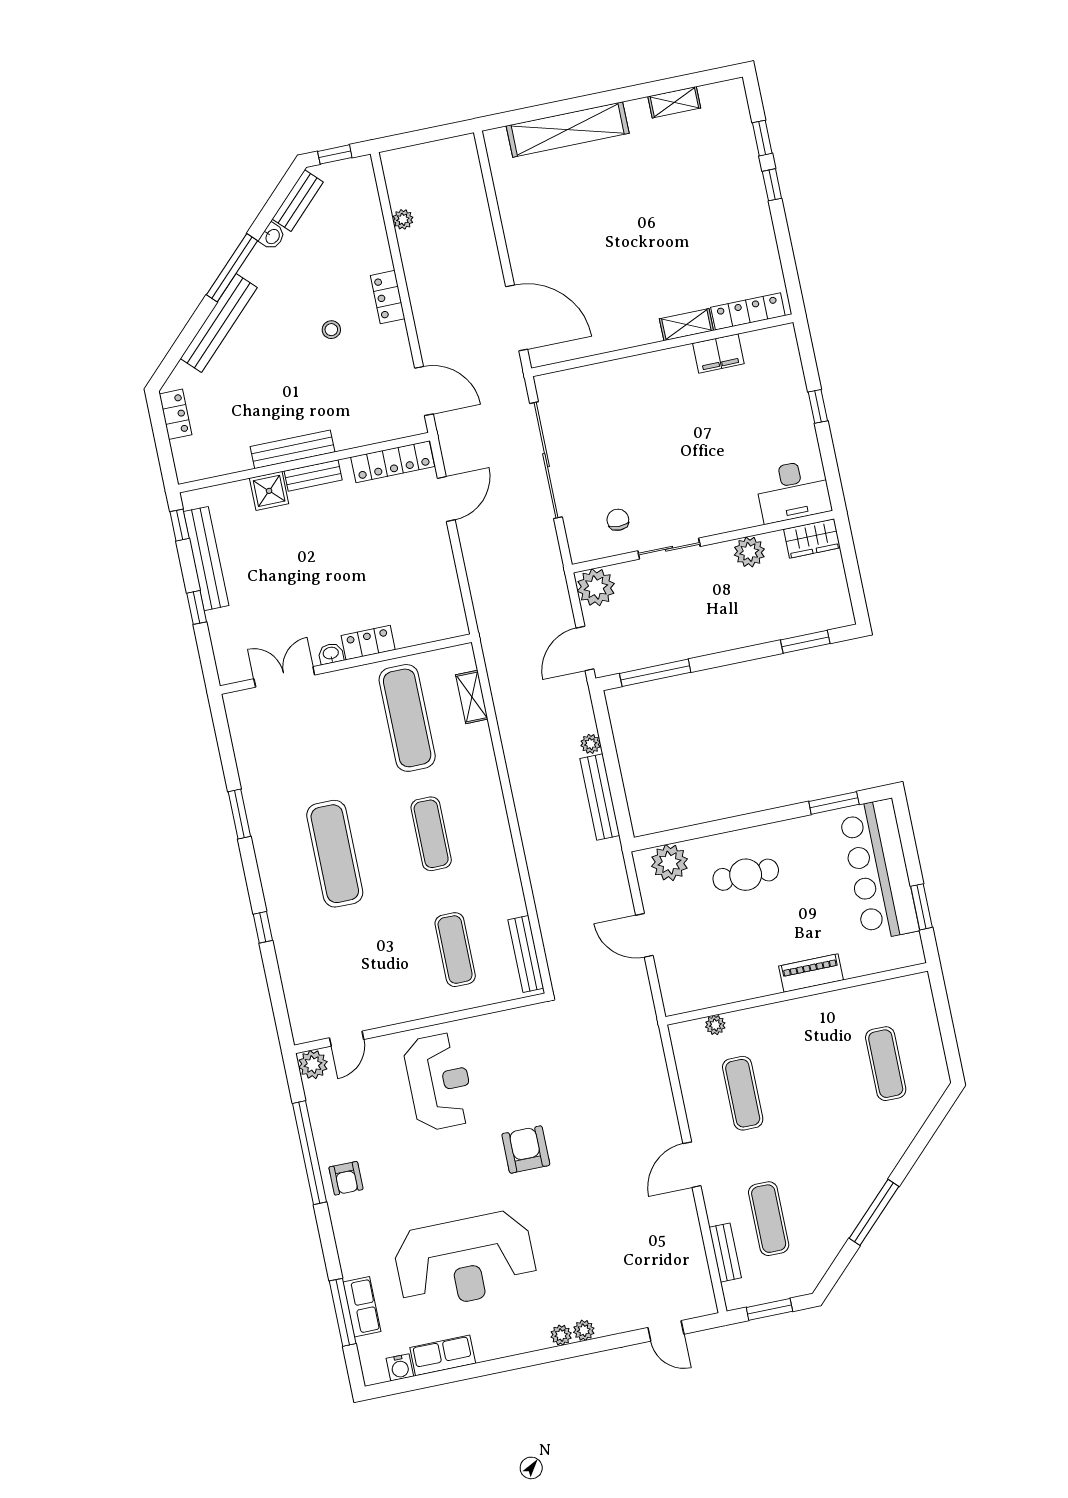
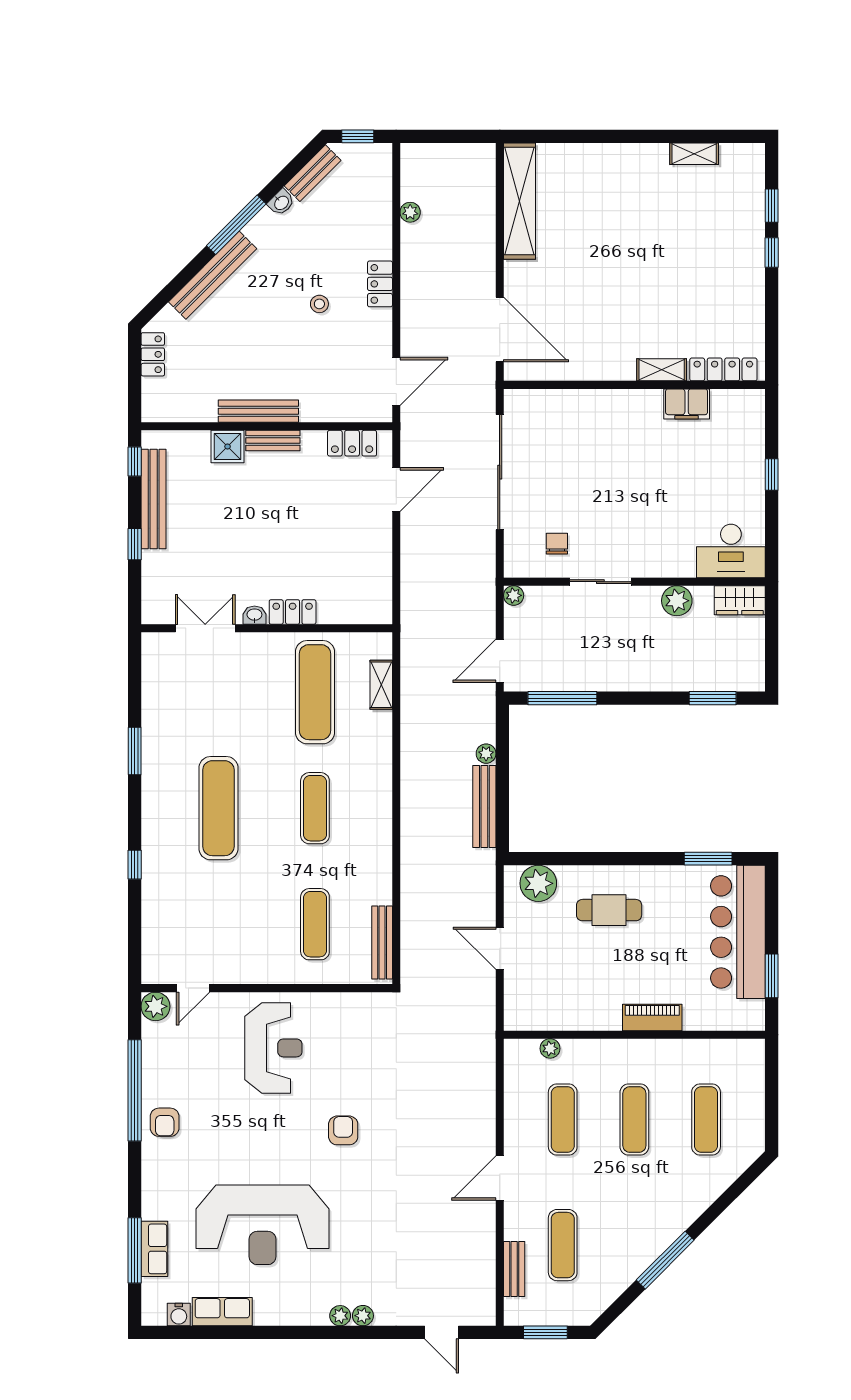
shelving: (568, 129) -> (520, 201), moved, turned 90
door: (424, 391) -> (396, 381), hinge flipped
locker: (393, 462) -> (352, 443), width x0.66
plant: (596, 587) -> (514, 595), width x0.53, depth x0.53
exercise mat: (814, 1078) -> (634, 1119), added
armchair: (526, 1150) -> (343, 1130), width x0.72, depth x0.72

